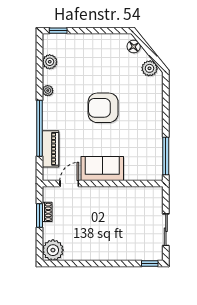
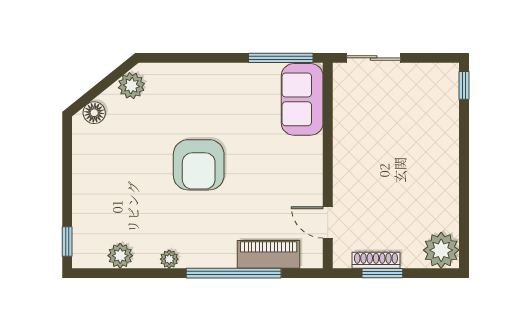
sofa: (102, 169) -> (302, 99), moved
shoe rack: (47, 212) -> (376, 260), width x1.43
sliding door: (166, 230) -> (374, 58), moved

